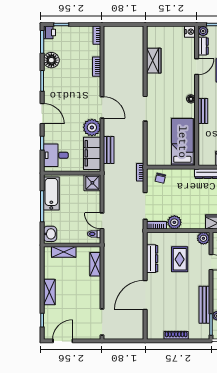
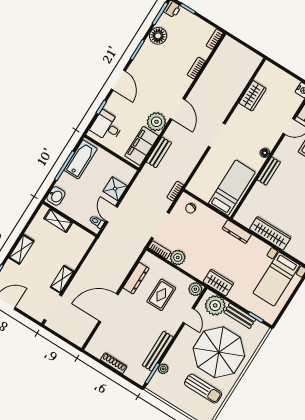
shower: (92, 183) -> (115, 189), moved
shelving: (95, 264) -> (62, 279), moved

